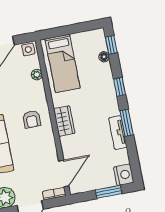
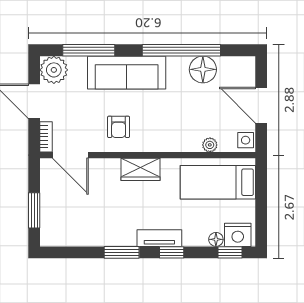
armchair: (32, 119) -> (119, 127), moved, turned -90
tv unit: (118, 133) -> (159, 238), moved
nightstand: (124, 175) -> (238, 235), moved

